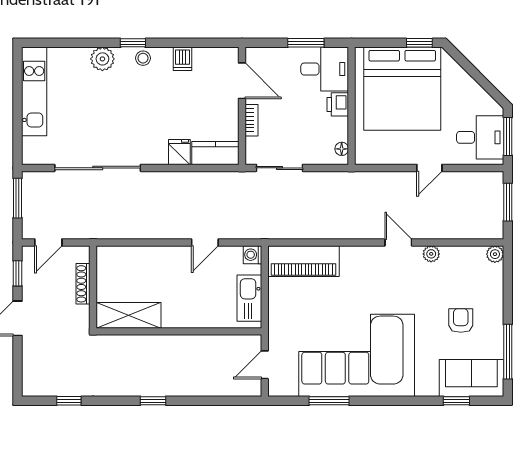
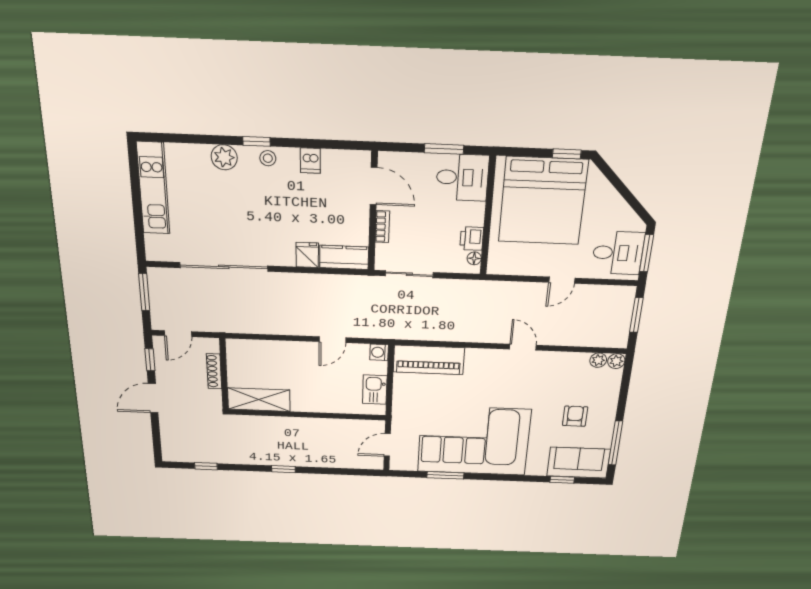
printer: (338, 104) -> (472, 239), moved
plant: (431, 254) -> (598, 360), moved
kitchen sink: (249, 298) -> (375, 390), width x0.73

